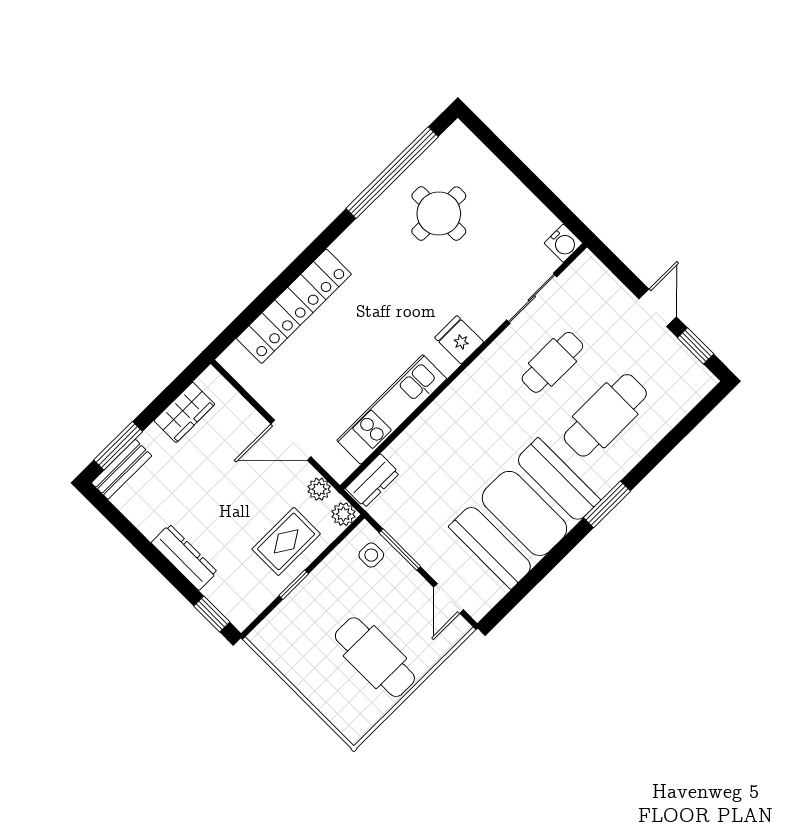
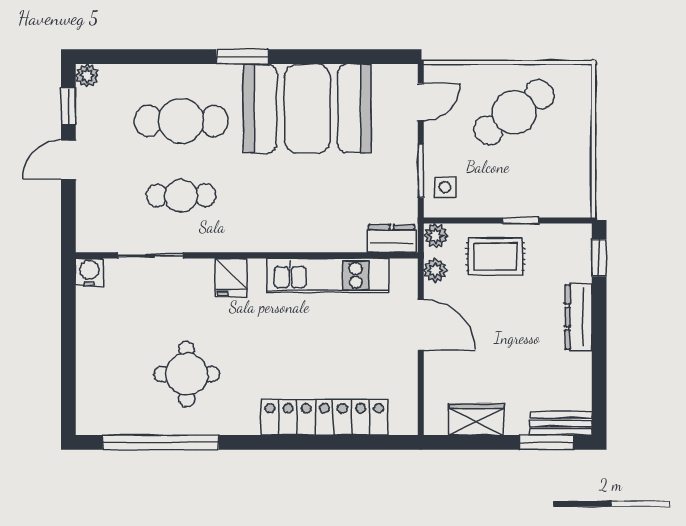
round table: (439, 214) -> (187, 374), moved
plant: (704, 381) -> (87, 75), added
cafe table: (375, 657) -> (514, 112), turned 55

